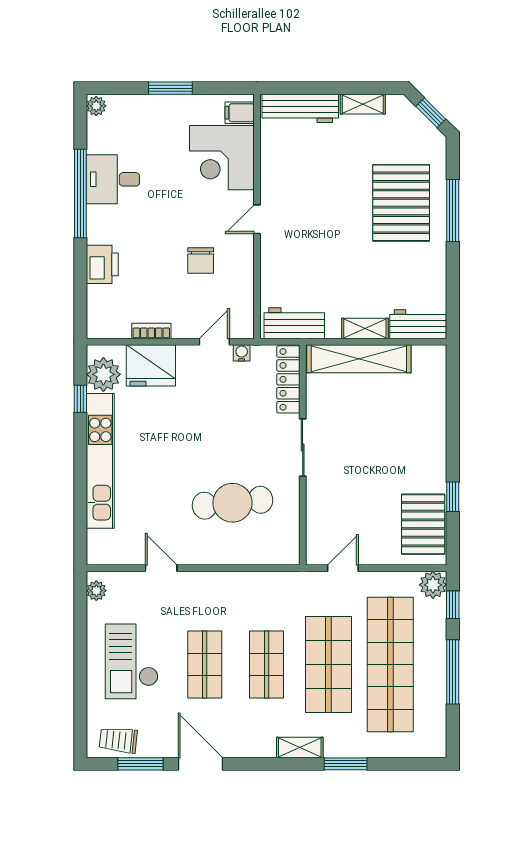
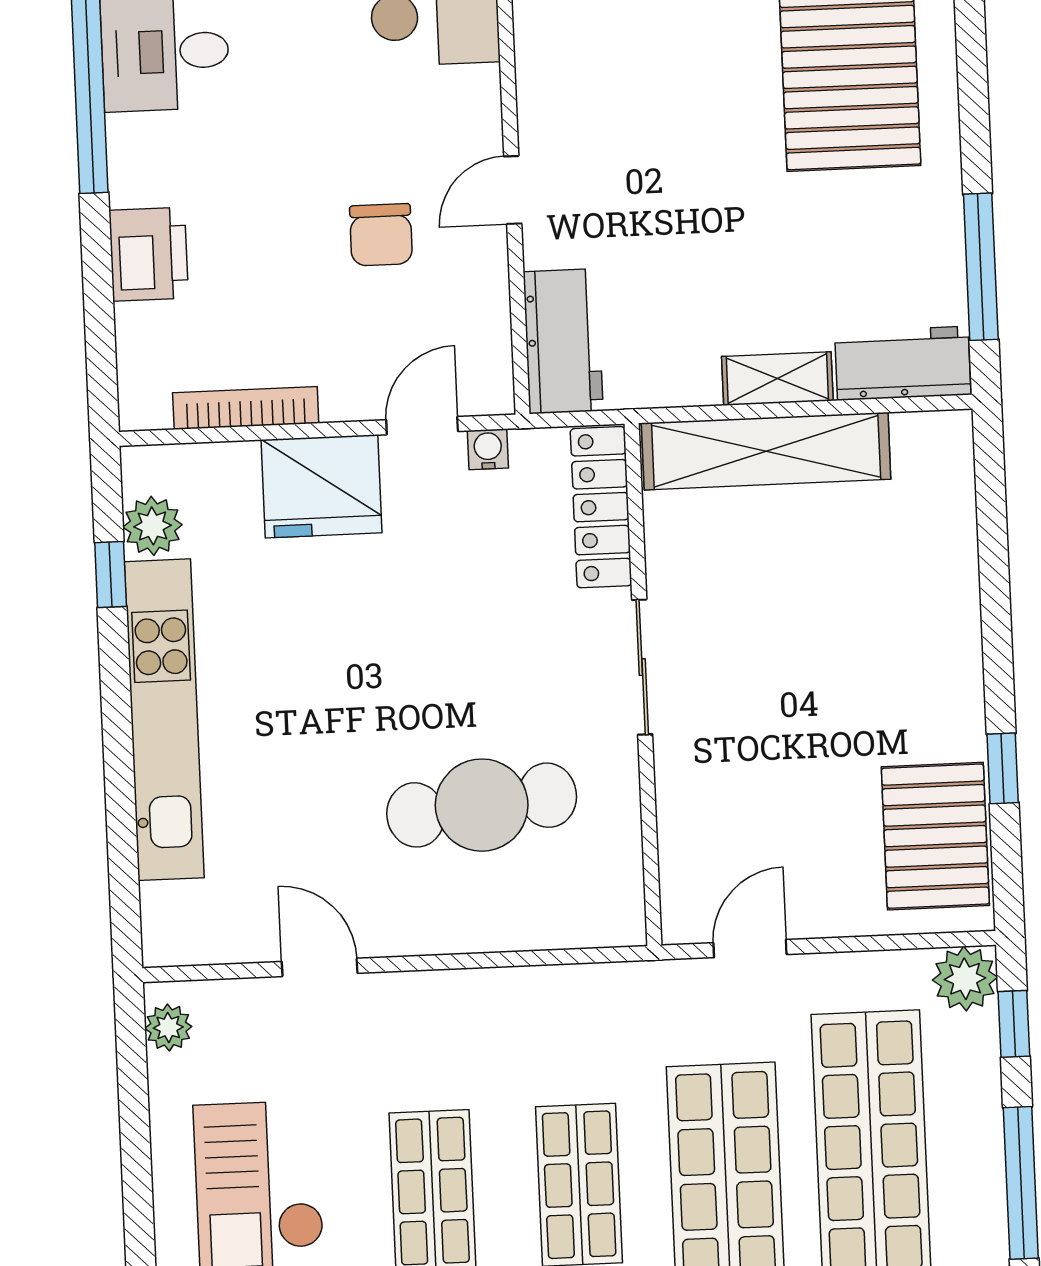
window: (453, 211) -> (981, 267), moved
door: (257, 219) -> (513, 190), moved
workbench: (294, 323) -> (563, 341), moved, turned 90
bookcase: (151, 331) -> (246, 408), width x1.56
fridge: (151, 365) -> (321, 486), moved
plant: (103, 374) -> (153, 526), width x0.73, depth x0.73

